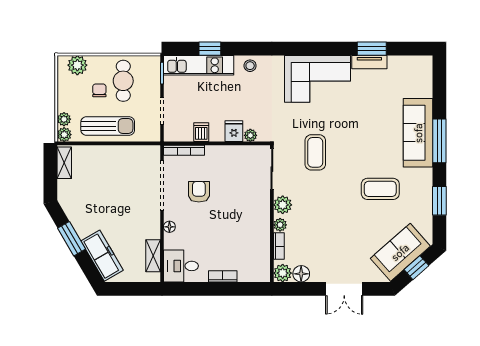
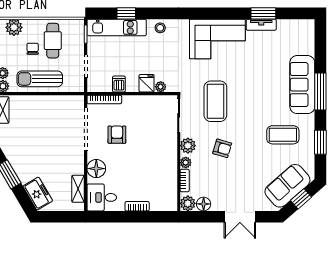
sun lounger: (108, 126) -> (40, 79), turned 180
coffee table: (315, 152) -> (215, 101), width x1.36, depth x1.32
coffee table: (380, 189) -> (283, 135), moved
armchair: (323, 208) -> (222, 148), added
floor lamp: (169, 227) -> (96, 169), width x1.89, depth x1.89
freezer: (102, 256) -> (38, 194), width x0.71

